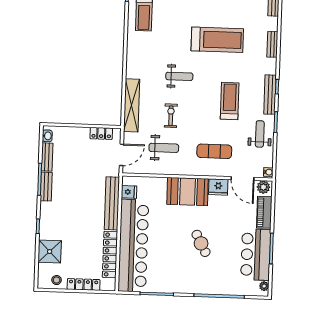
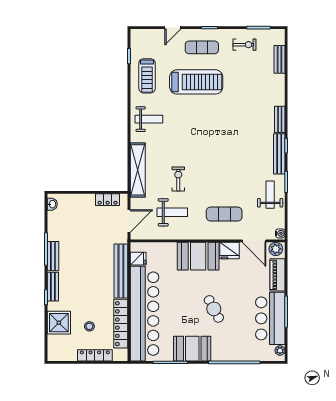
treadmill: (217, 40) -> (196, 82), moved
bench: (272, 44) -> (280, 119), moved
weight bench: (179, 76) -> (149, 119), moved
treadmill: (230, 101) -> (238, 162), removed
bench: (47, 157) -> (53, 287), moved
stool: (57, 280) -> (89, 326), moved
booth: (179, 281) -> (192, 349), added

